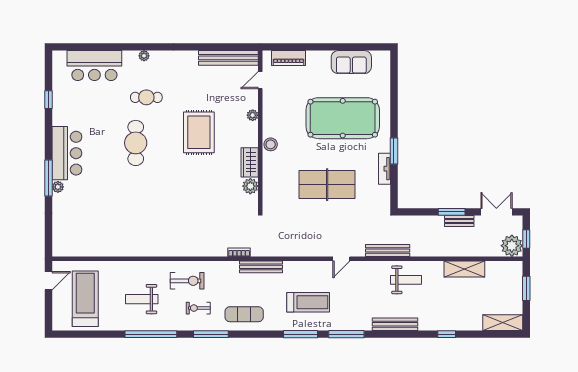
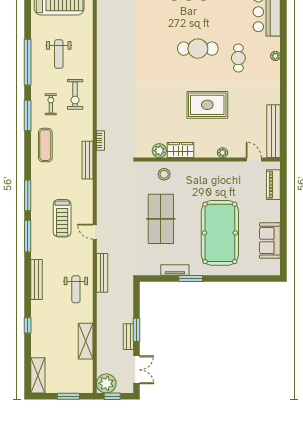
stool: (271, 144) -> (164, 174), moved
weight bench: (142, 299) -> (59, 54), turned 180
treadmill: (308, 302) -> (62, 218), moved

